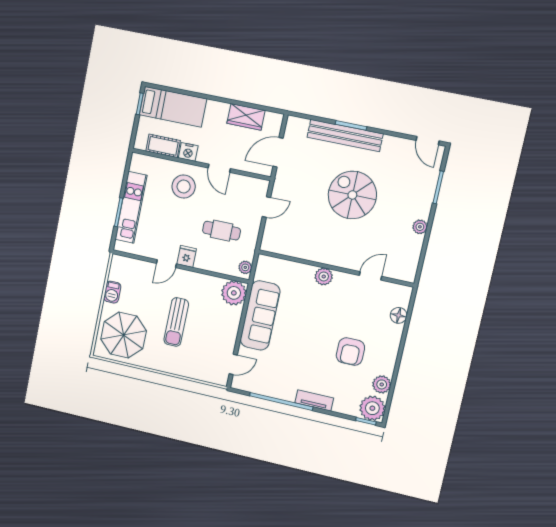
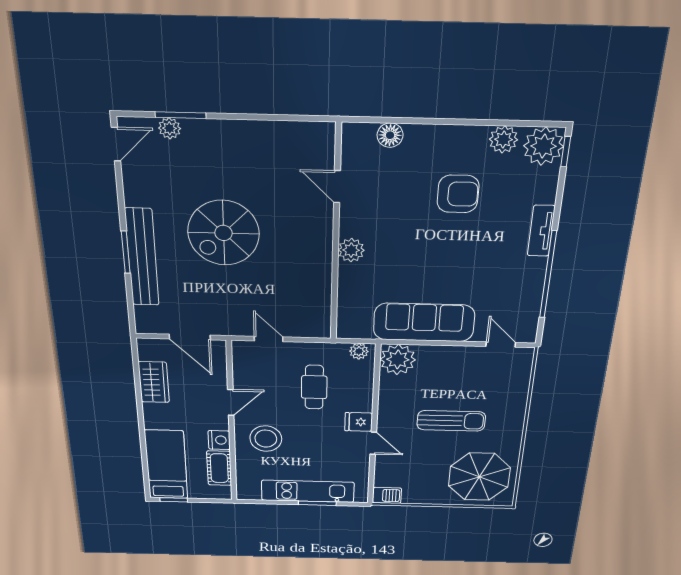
plant: (420, 227) -> (170, 128), moved
barbecue: (112, 292) -> (387, 495), moved

